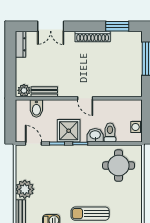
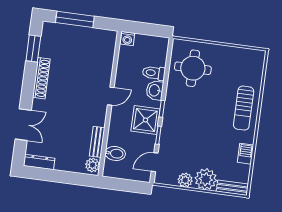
washing machine: (136, 127) -> (127, 39), moved
plant: (22, 172) -> (185, 180), added

